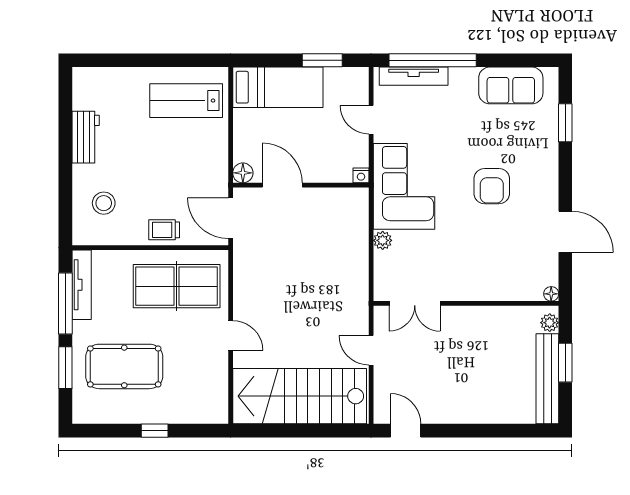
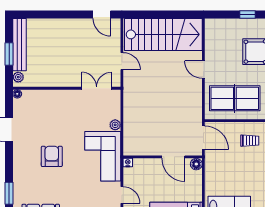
trolley: (164, 230) -> (250, 141), moved

